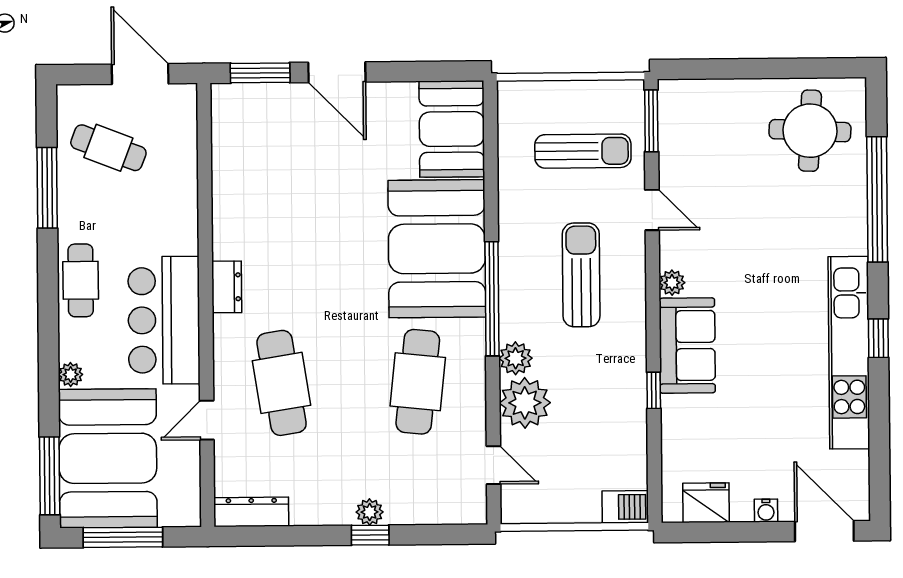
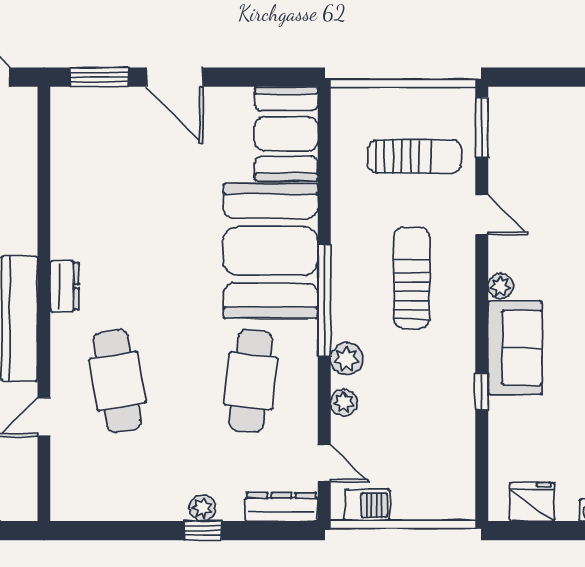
plant: (525, 403) -> (344, 402), width x0.53, depth x0.53
barbecue: (625, 507) -> (367, 505), moved
dresser: (251, 512) -> (281, 507), moved

